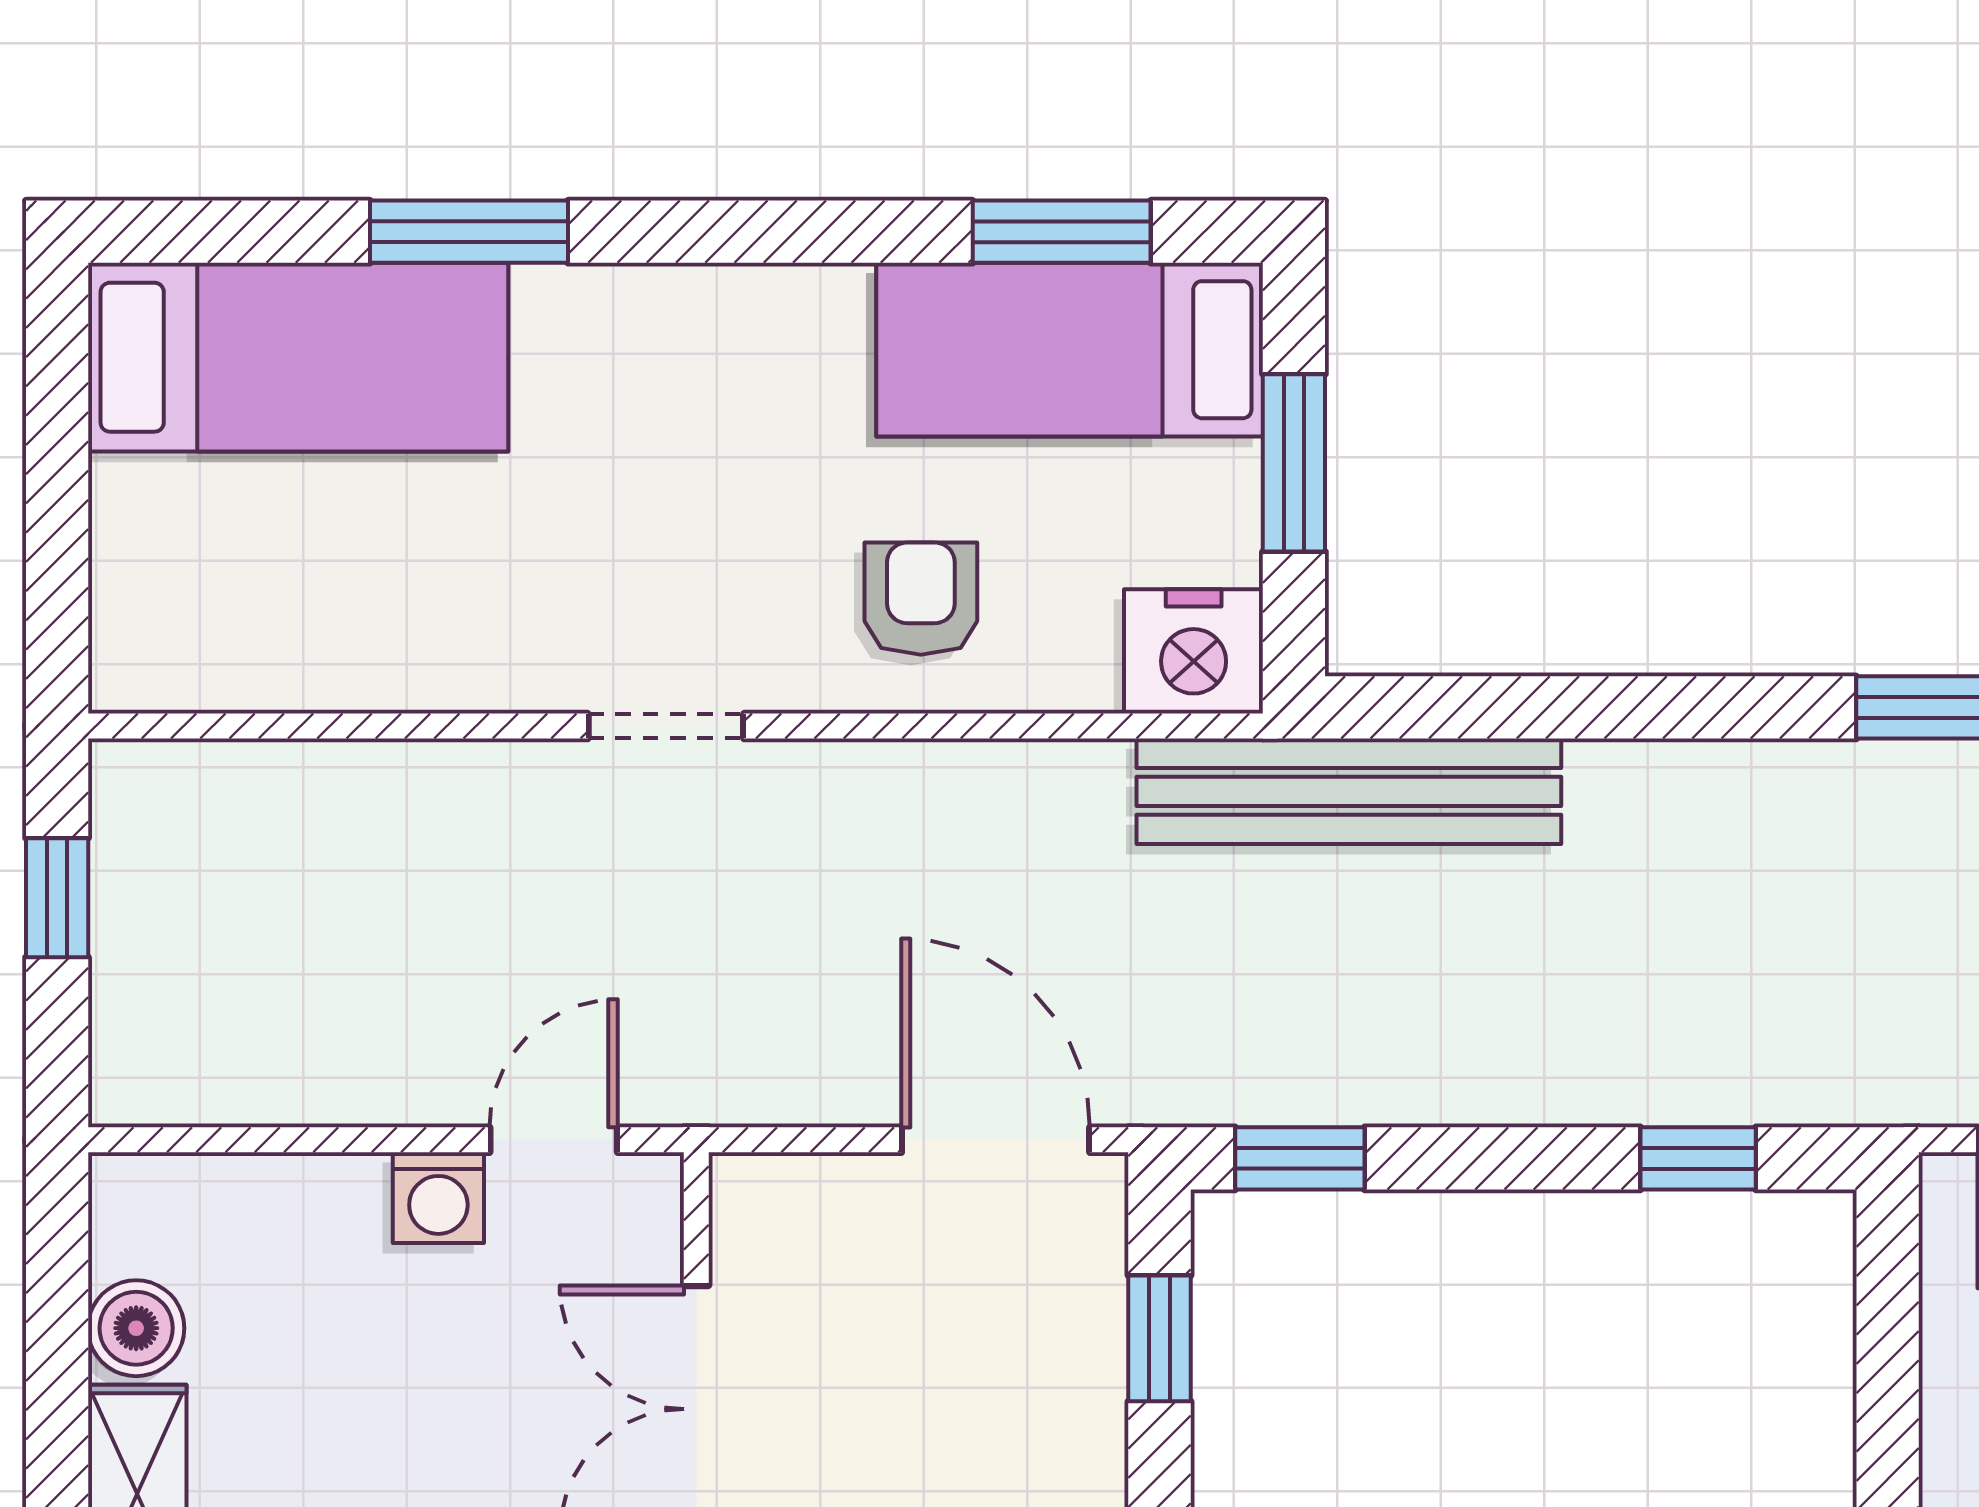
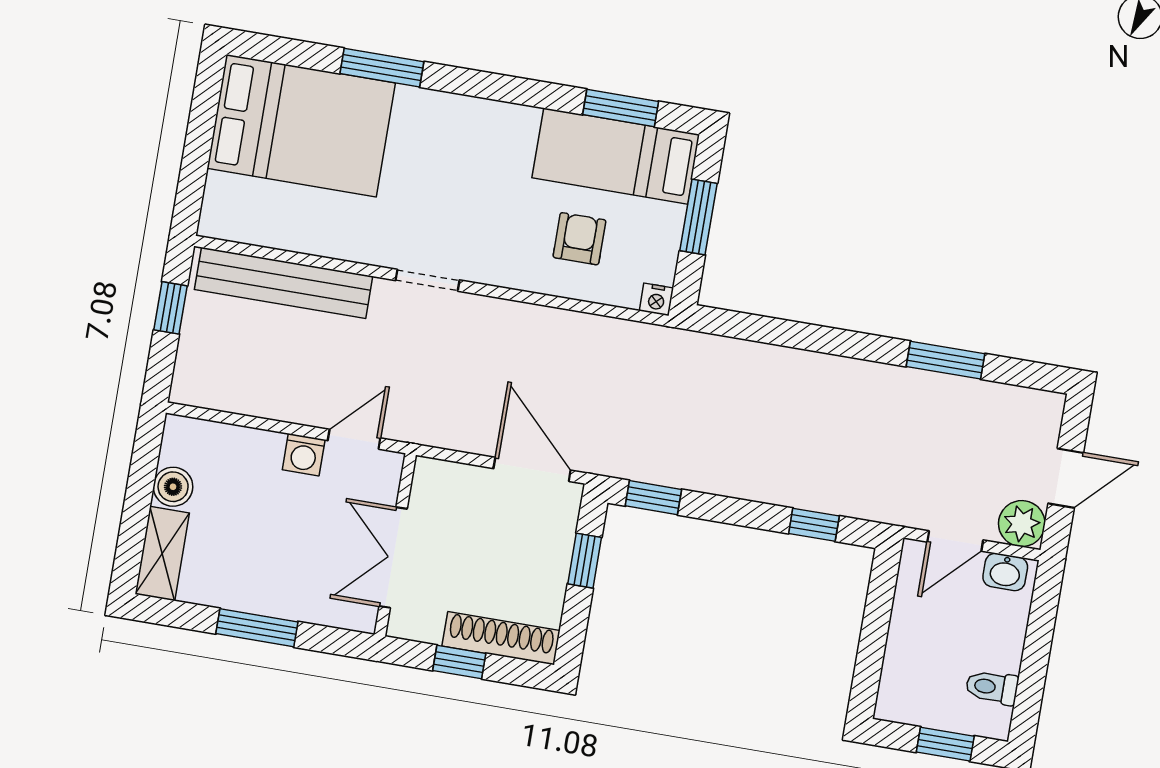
bed: (298, 357) -> (301, 126), width x1.50
armchair: (921, 599) -> (579, 239), moved
nightstand: (1194, 651) -> (656, 299), width x0.53, depth x0.56
bench: (1349, 791) -> (284, 283), moved

